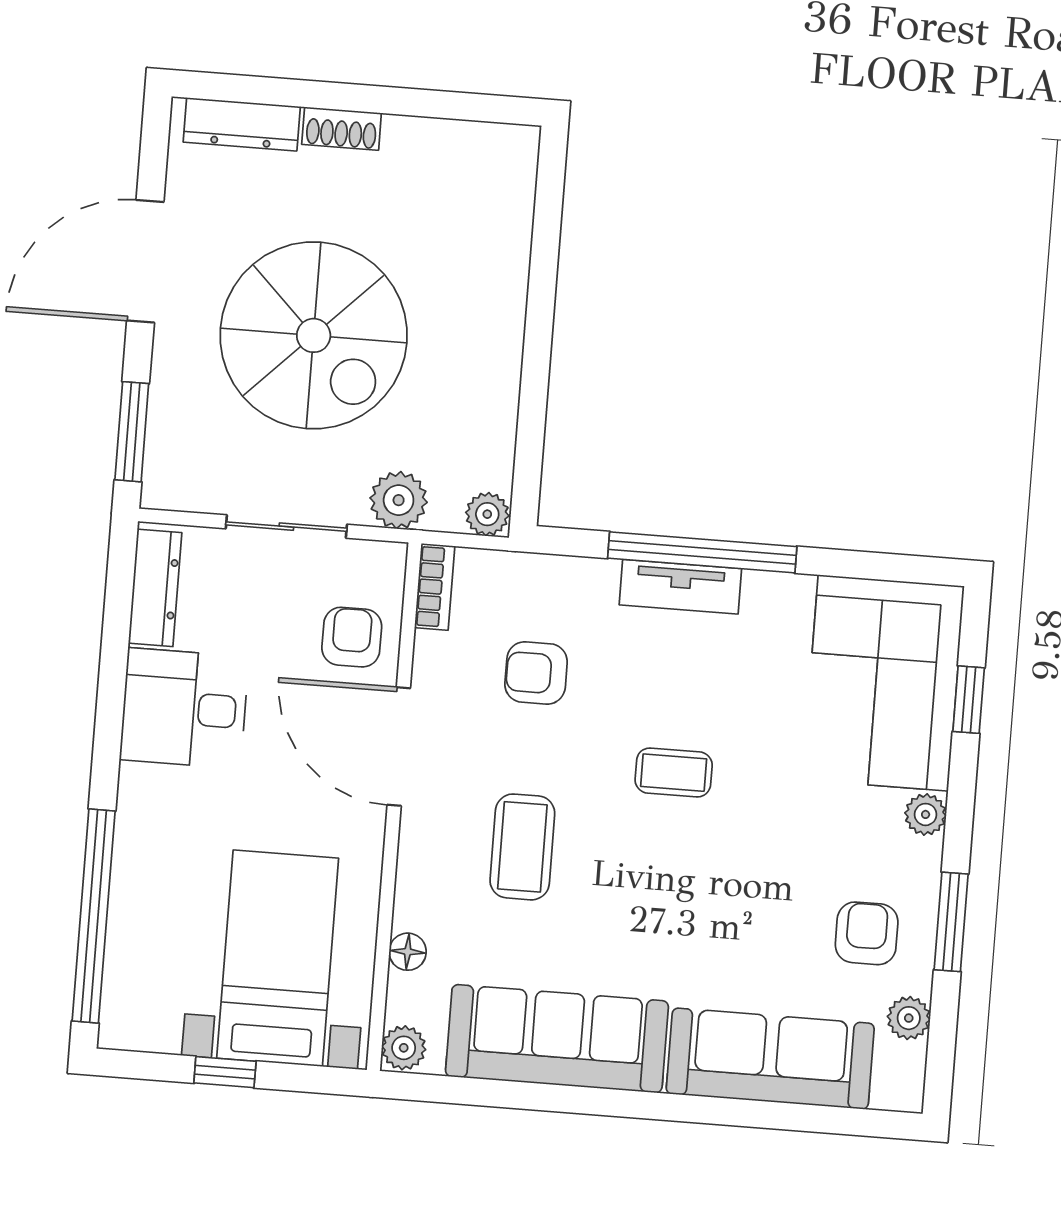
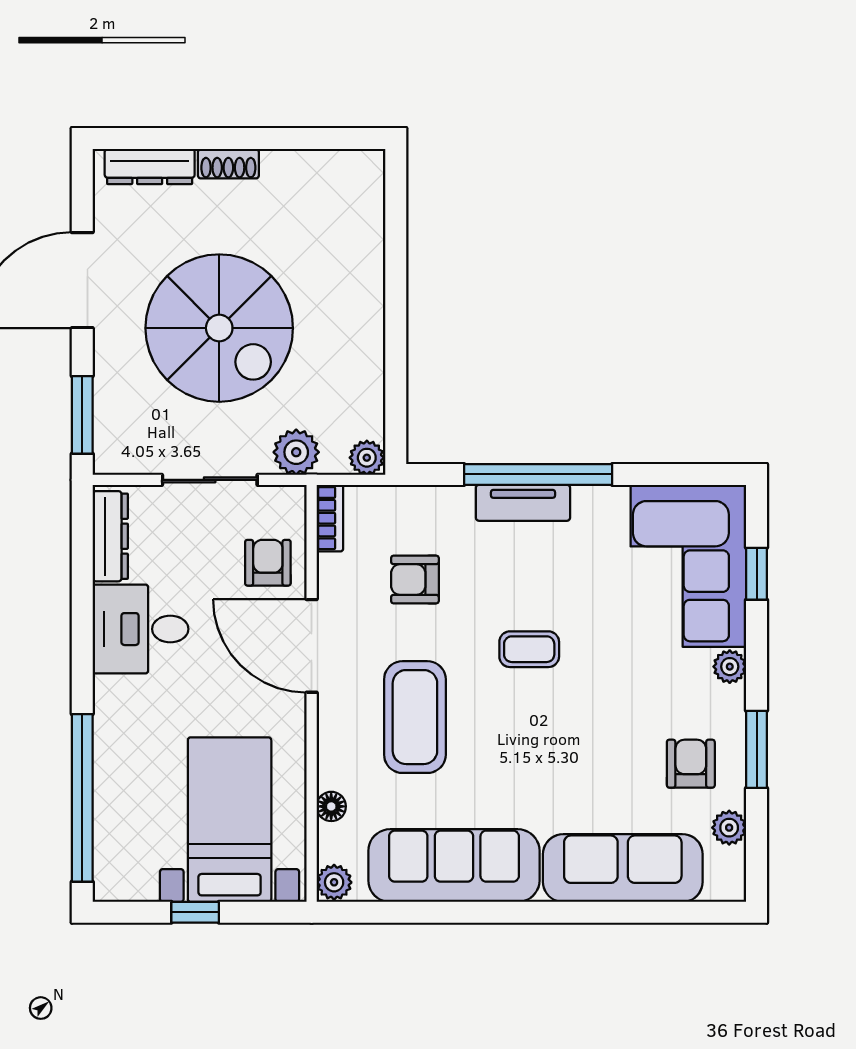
coffee table: (522, 847) -> (415, 717), width x1.36, depth x1.32

